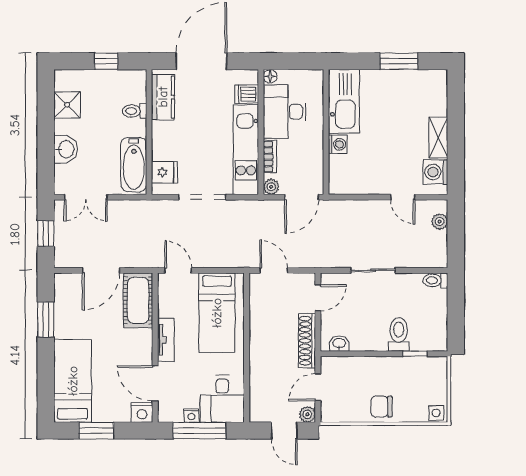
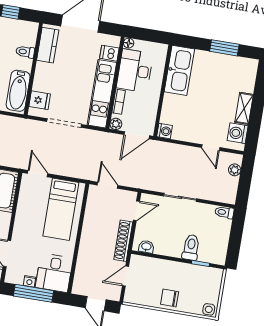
washing machine: (338, 144) -> (165, 131), moved
tv unit: (166, 340) -> (20, 223), removed
plant: (307, 414) -> (114, 295), removed

